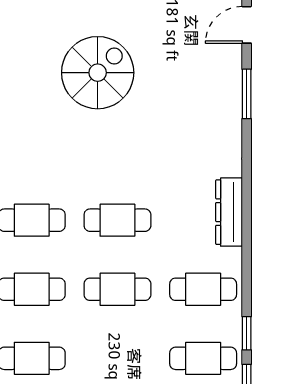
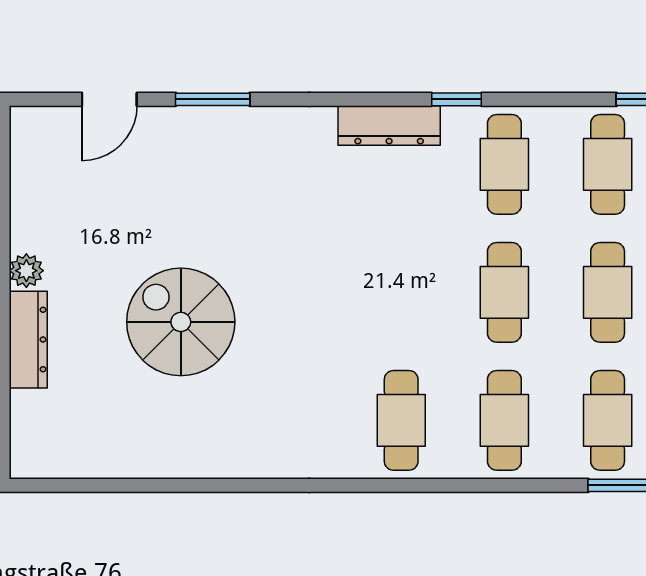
door: (247, 25) -> (109, 99), hinge flipped
cafe table: (117, 220) -> (608, 292), moved
window: (247, 333) -> (457, 99), moved

